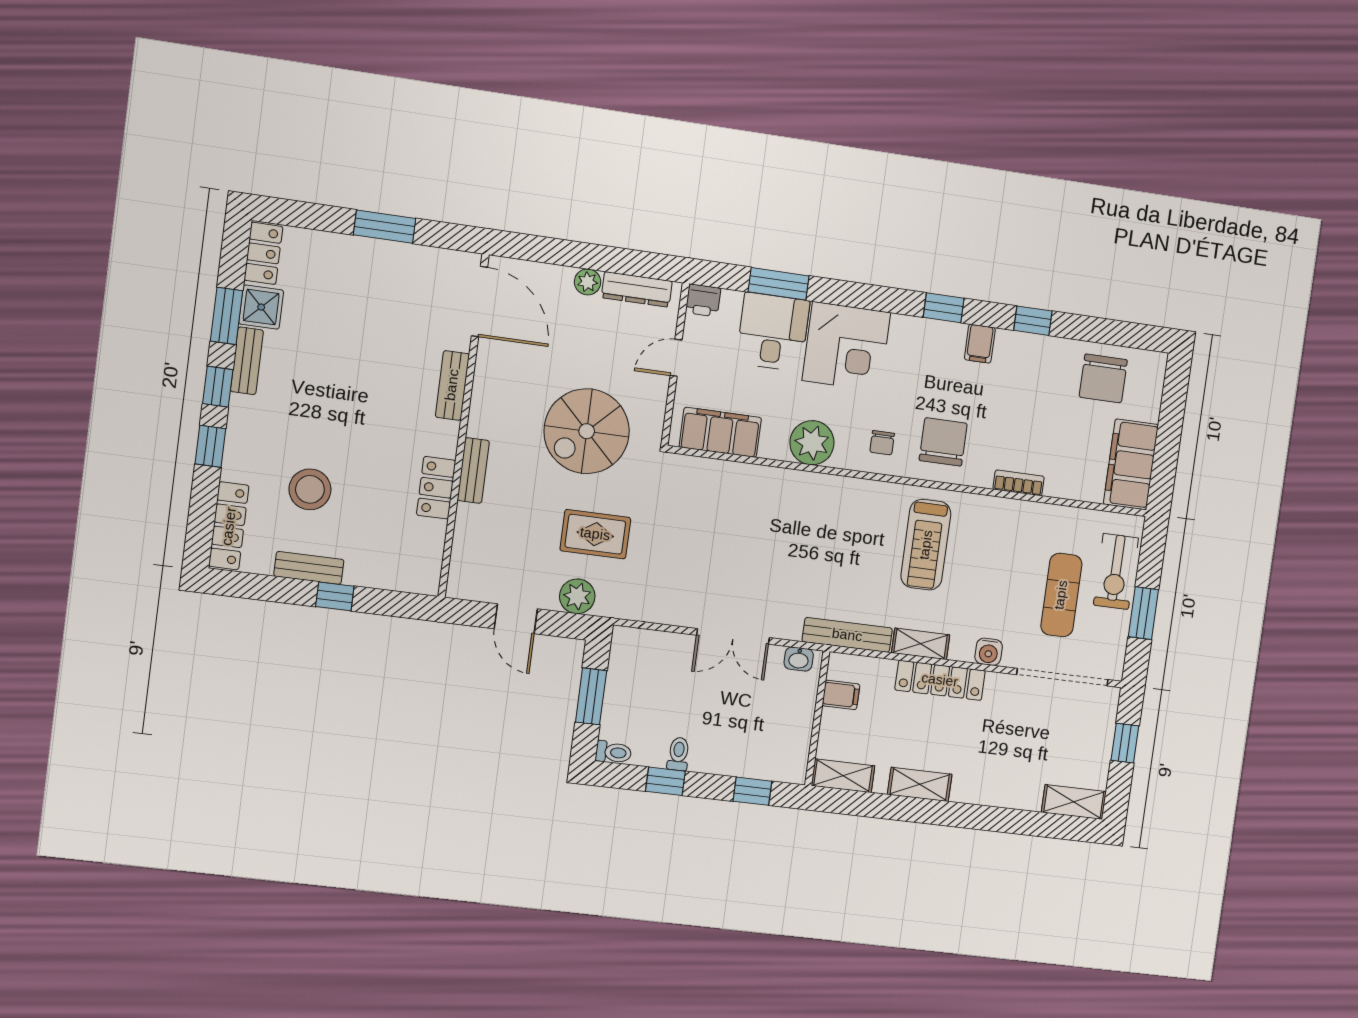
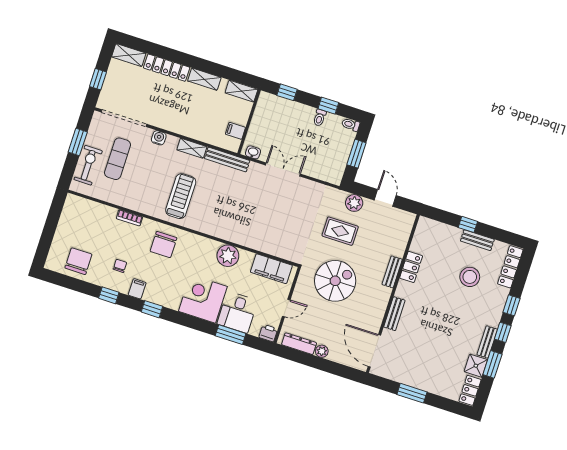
chair: (882, 443) -> (120, 266), moved
filing cabinet: (1131, 464) -> (72, 216), removed
locker: (940, 680) -> (167, 68), moved, turned 180

